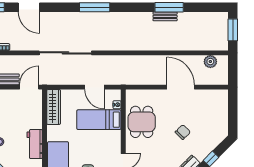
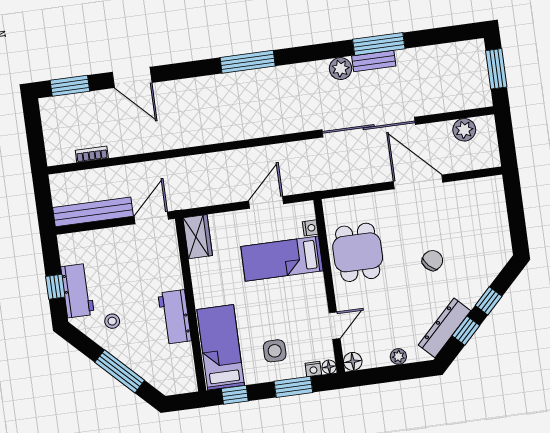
plant: (146, 18) -> (340, 69), added
sliding door: (65, 53) -> (369, 127), moved
door: (94, 87) -> (266, 202), swing flipped
wardrobe: (54, 107) -> (198, 237), width x0.67

